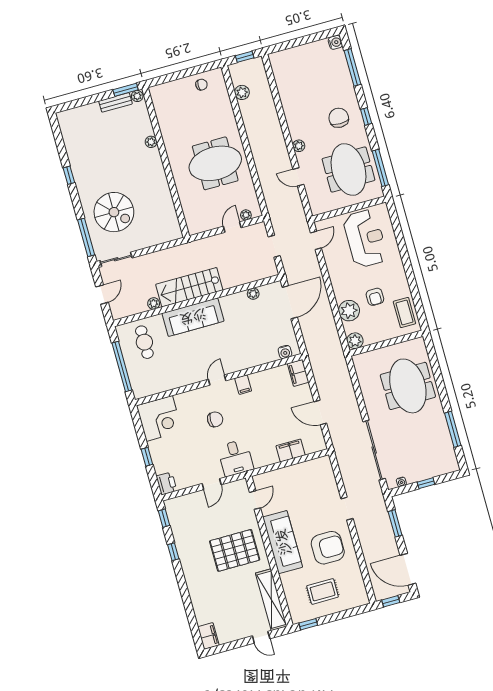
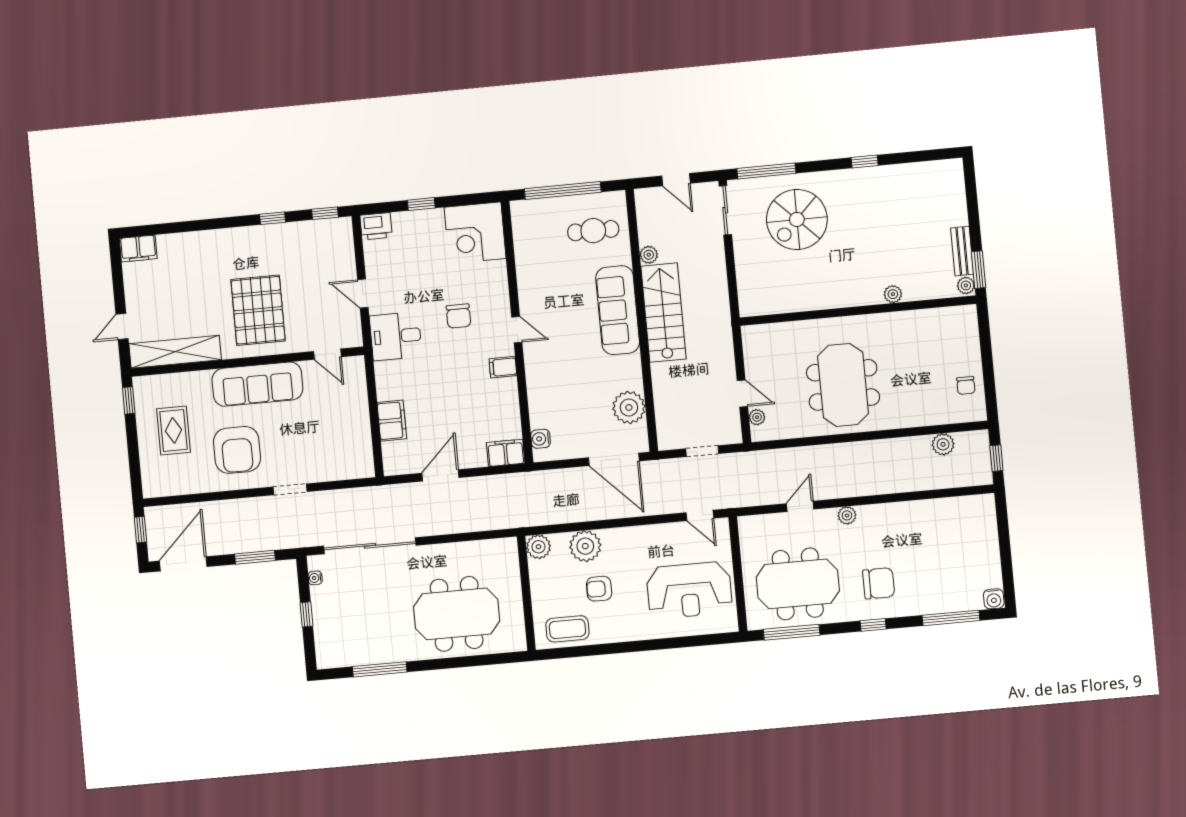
plant: (253, 294) -> (629, 407), width x1.87, depth x1.87

